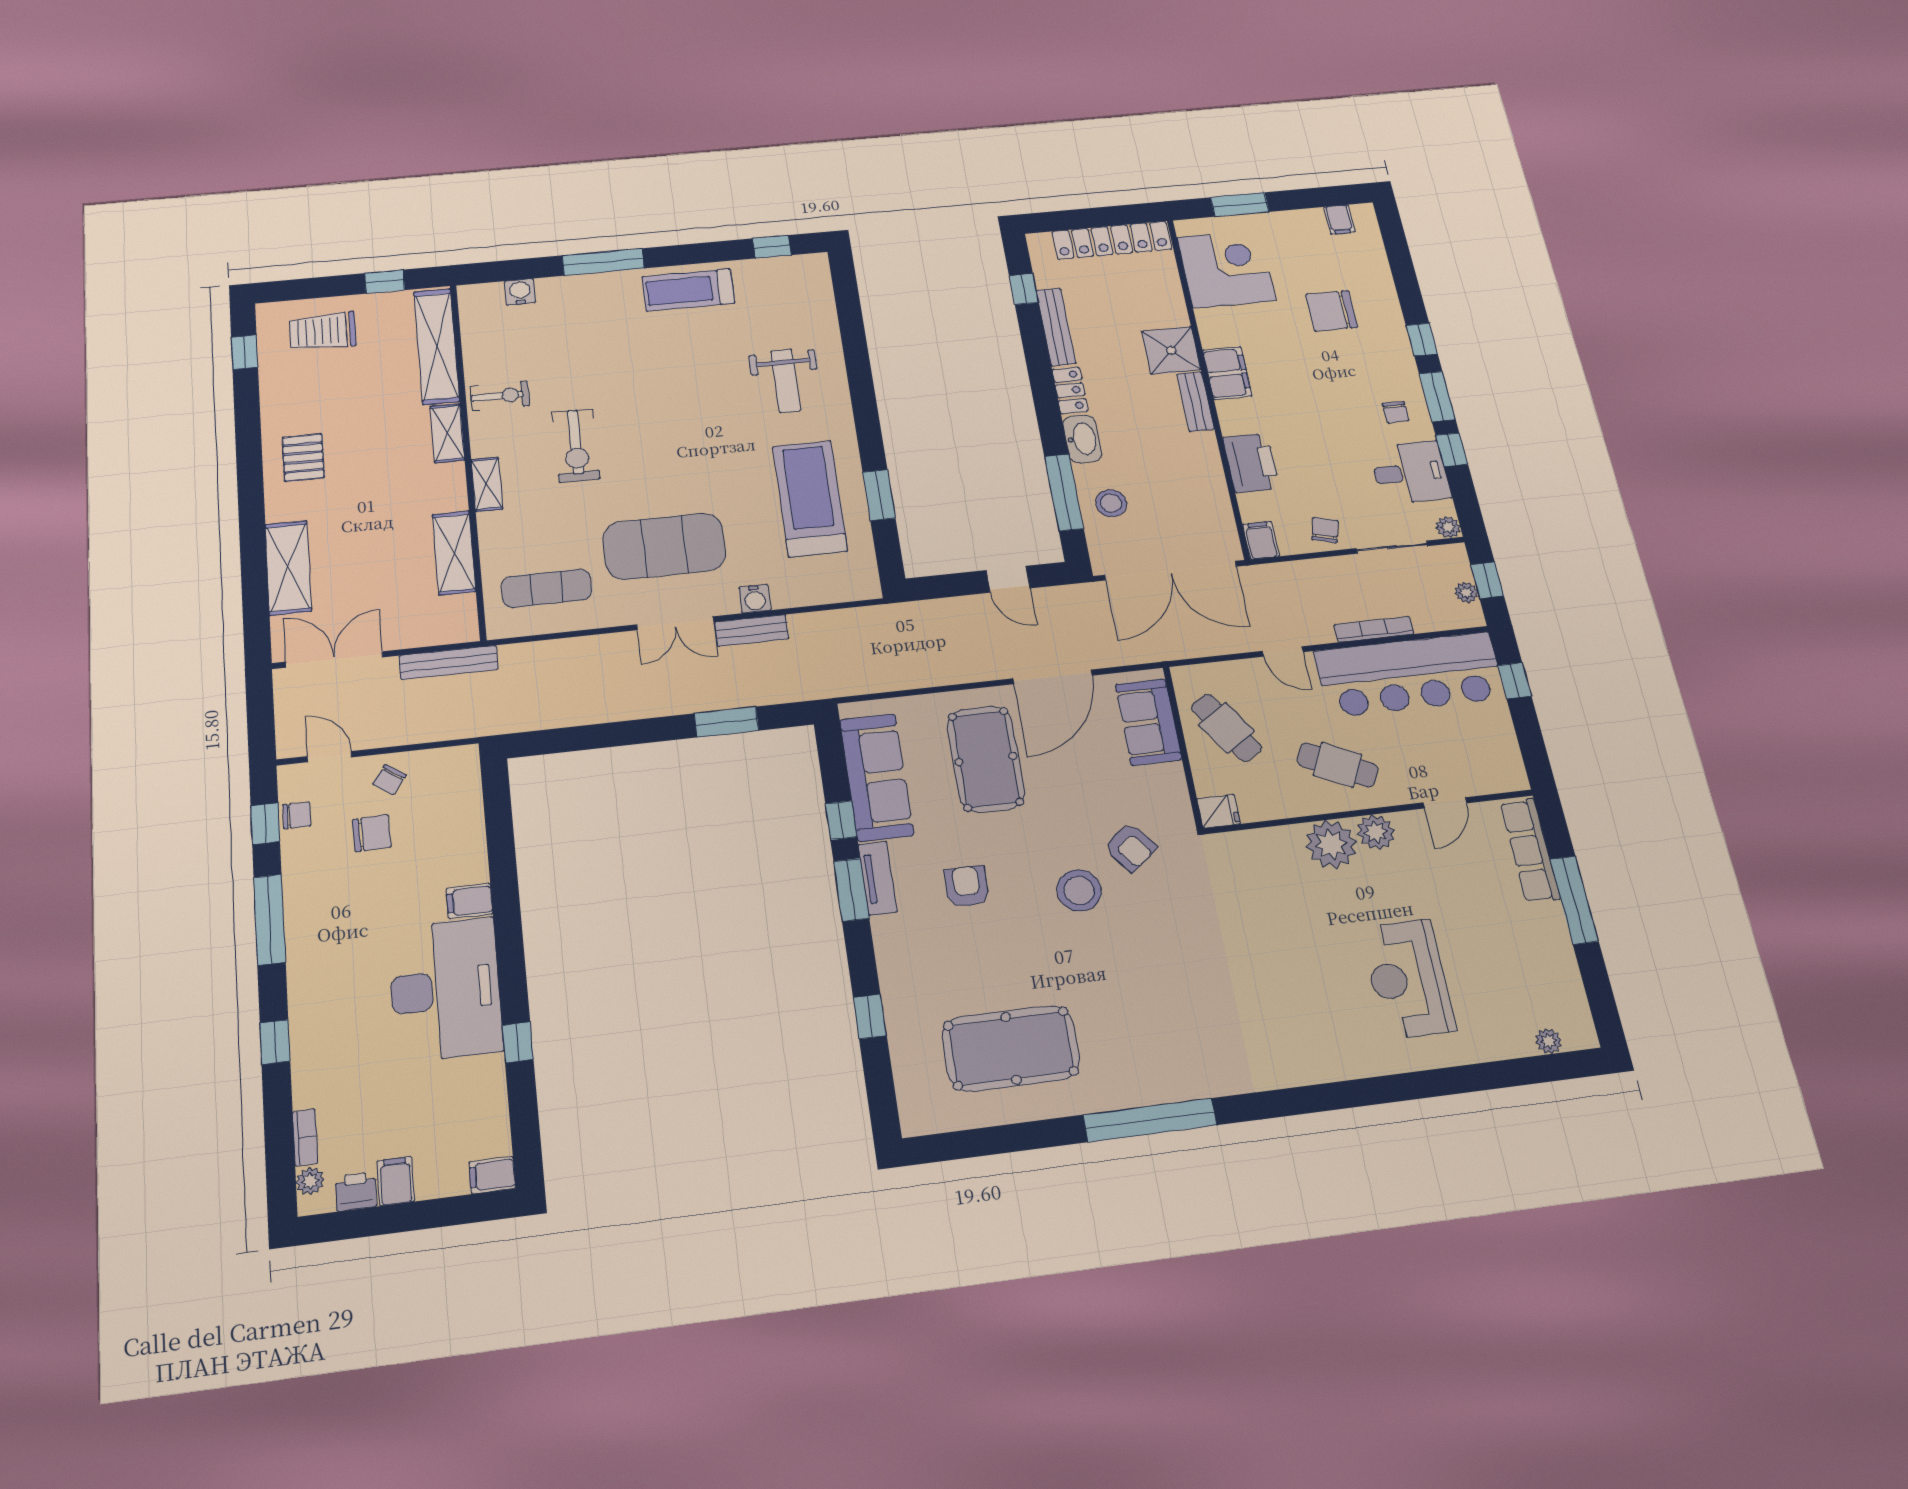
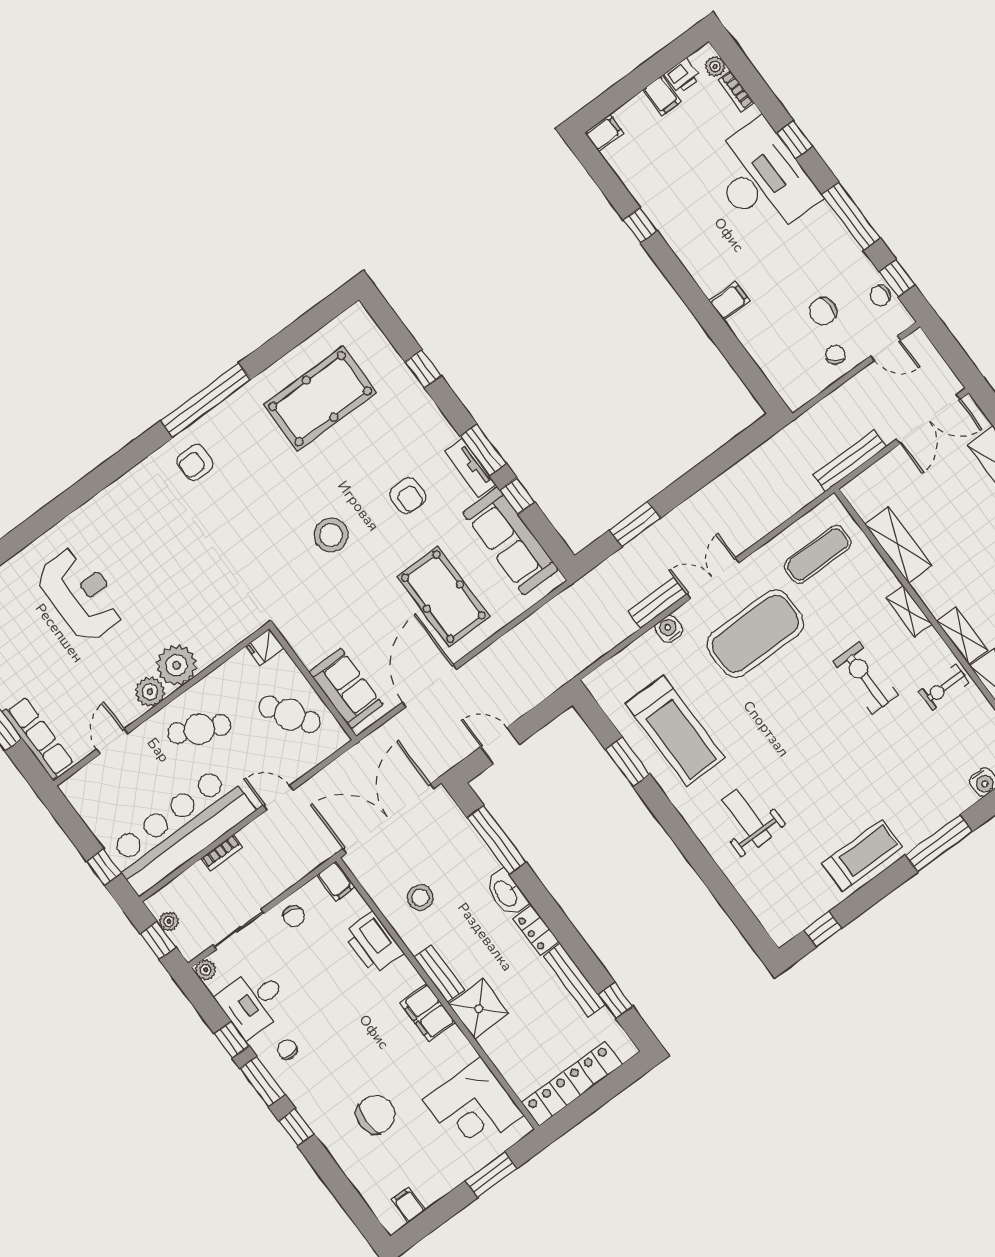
stool: (1111, 503) -> (420, 898), moved
bookcase: (1374, 629) -> (222, 853), width x0.64
armchair: (1130, 847) -> (195, 463), moved, turned -52
desk: (445, 990) -> (762, 179), moved, turned 180

